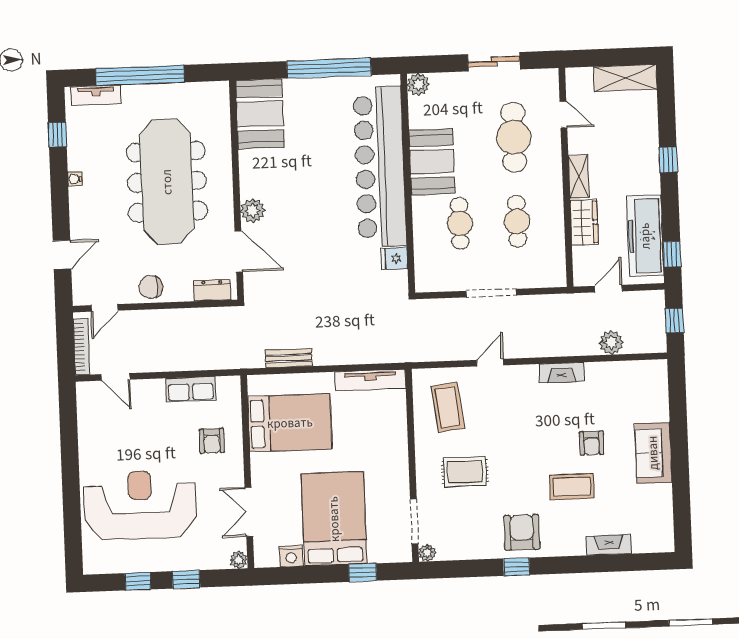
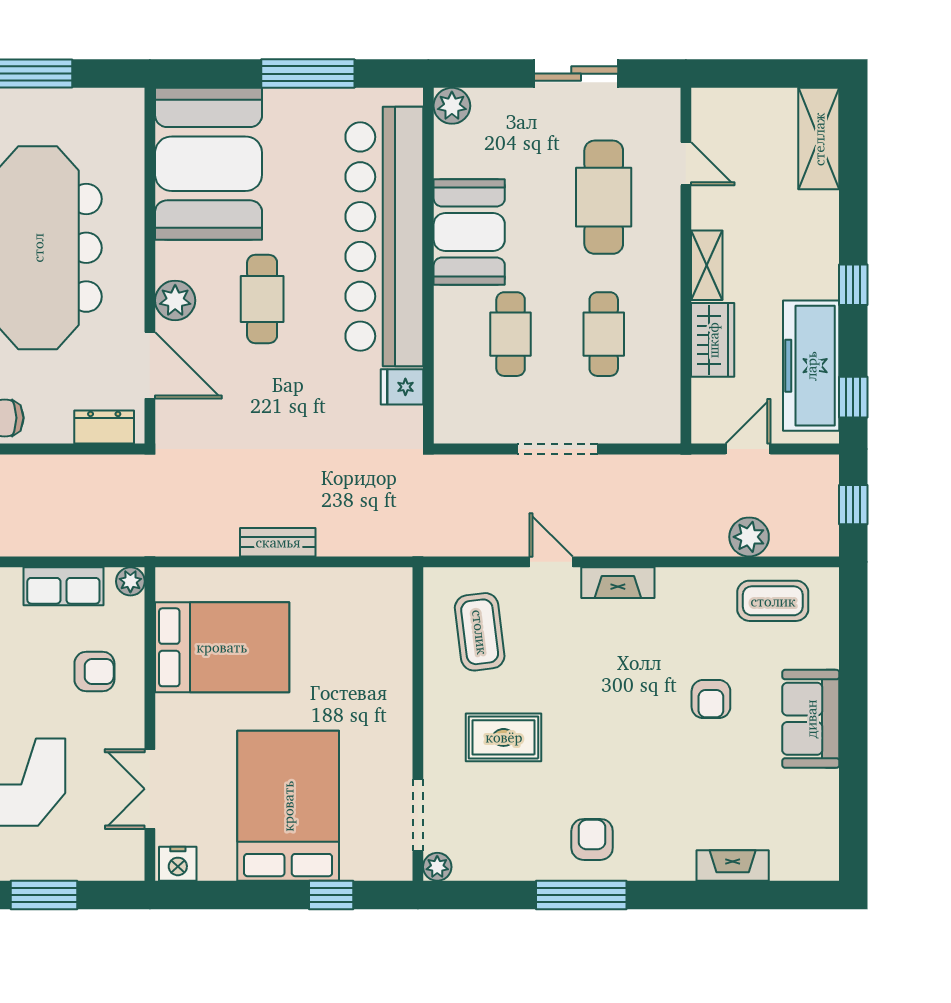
window: (329, 68) -> (308, 74), width x0.68
shelving: (625, 78) -> (819, 139), moved, turned 90
booth: (260, 114) -> (209, 164), width x1.36, depth x1.42
window: (668, 160) -> (853, 285), moved
cafe table: (306, 208) -> (262, 299), added
bench: (289, 358) -> (278, 542), moved
door: (490, 363) -> (551, 562), hinge flipped
fireplace: (562, 373) -> (618, 583), moved
tv unit: (370, 380) -> (355, 583), removed
armchair: (212, 441) -> (94, 671), turned -90
coffee table: (572, 487) -> (773, 601), moved
armchair: (522, 532) -> (592, 839), width x0.72, depth x0.72
nightstand: (291, 556) -> (178, 864), moved
plant: (239, 560) -> (130, 581), moved
window: (516, 567) -> (581, 895), width x2.17
window: (186, 579) -> (44, 895), width x1.50

